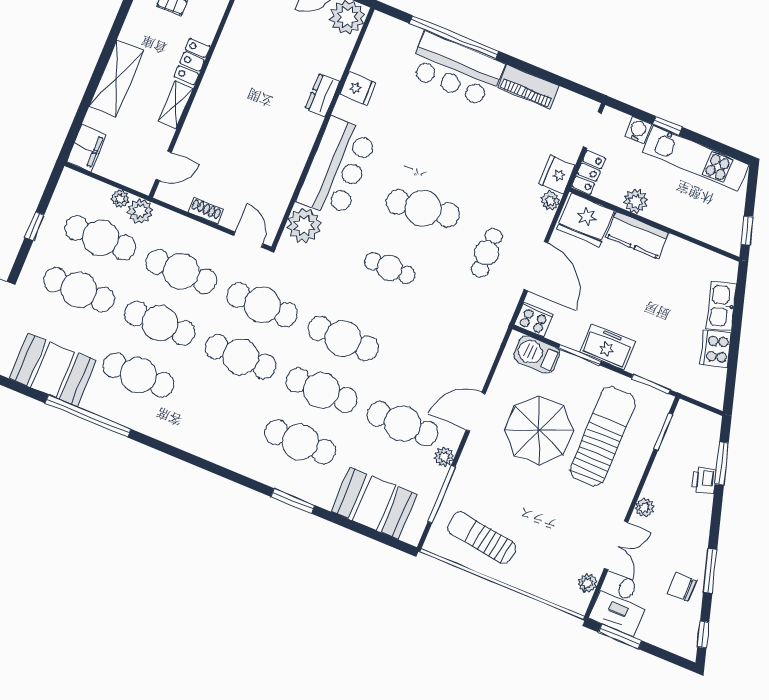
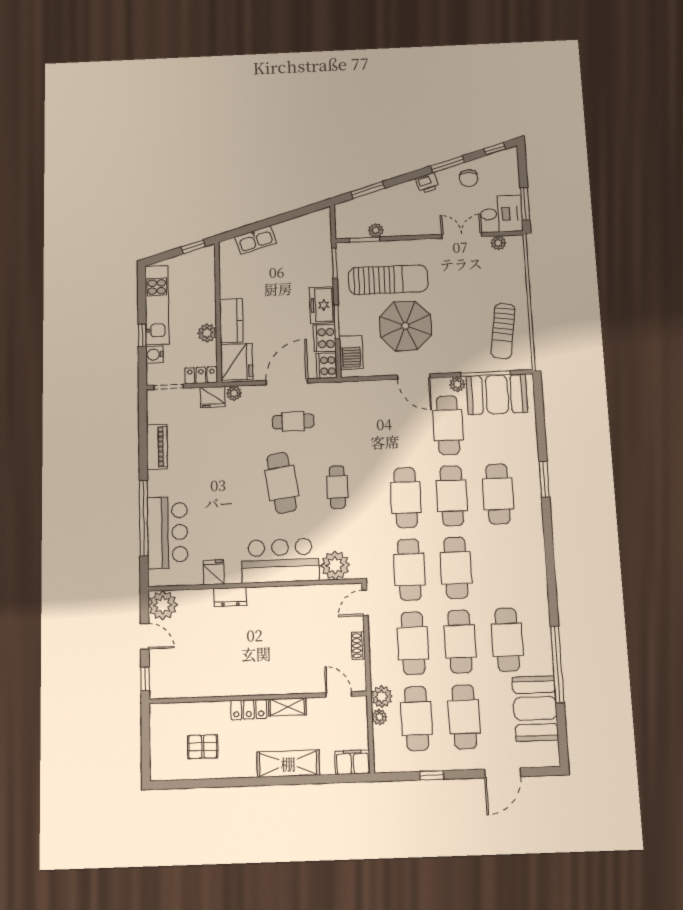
bar counter: (456, 69) -> (167, 532), moved
cooker: (716, 349) -> (325, 338), moved, turned 106
sun lounger: (603, 436) -> (388, 280), turned 180
printer: (704, 480) -> (427, 183), moved
booth: (374, 503) -> (497, 394), moved, turned 90
plant: (644, 508) -> (376, 230), moved

